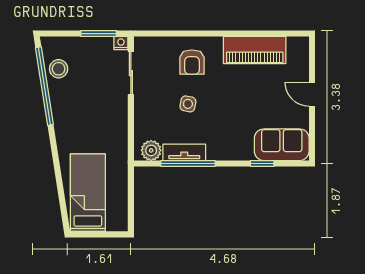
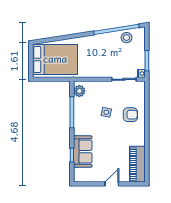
piano: (255, 50) -> (137, 164), moved
armchair: (192, 62) -> (130, 115), turned 180
sofa: (282, 145) -> (83, 152), moved
tv unit: (184, 152) -> (78, 110), removed
bed: (88, 193) -> (55, 59), width x1.50

